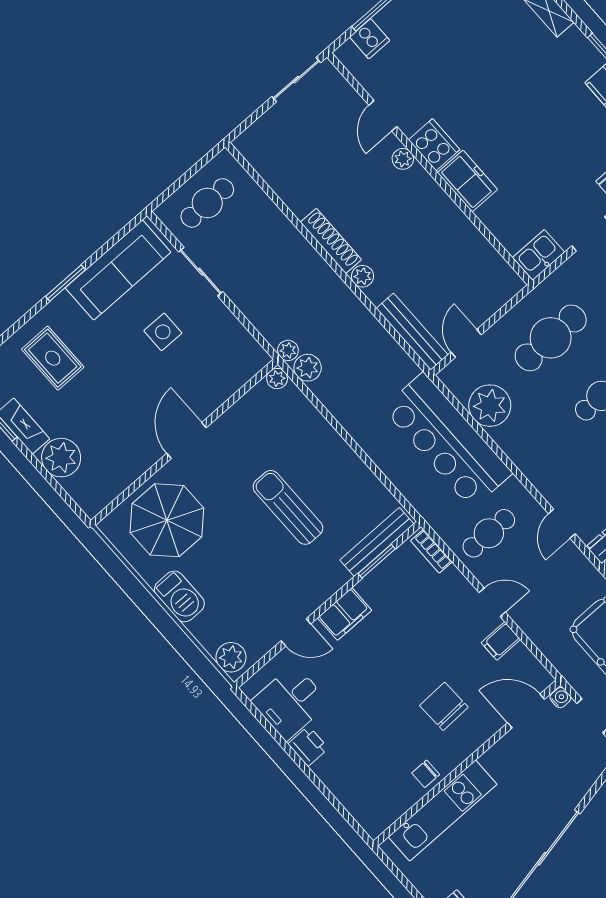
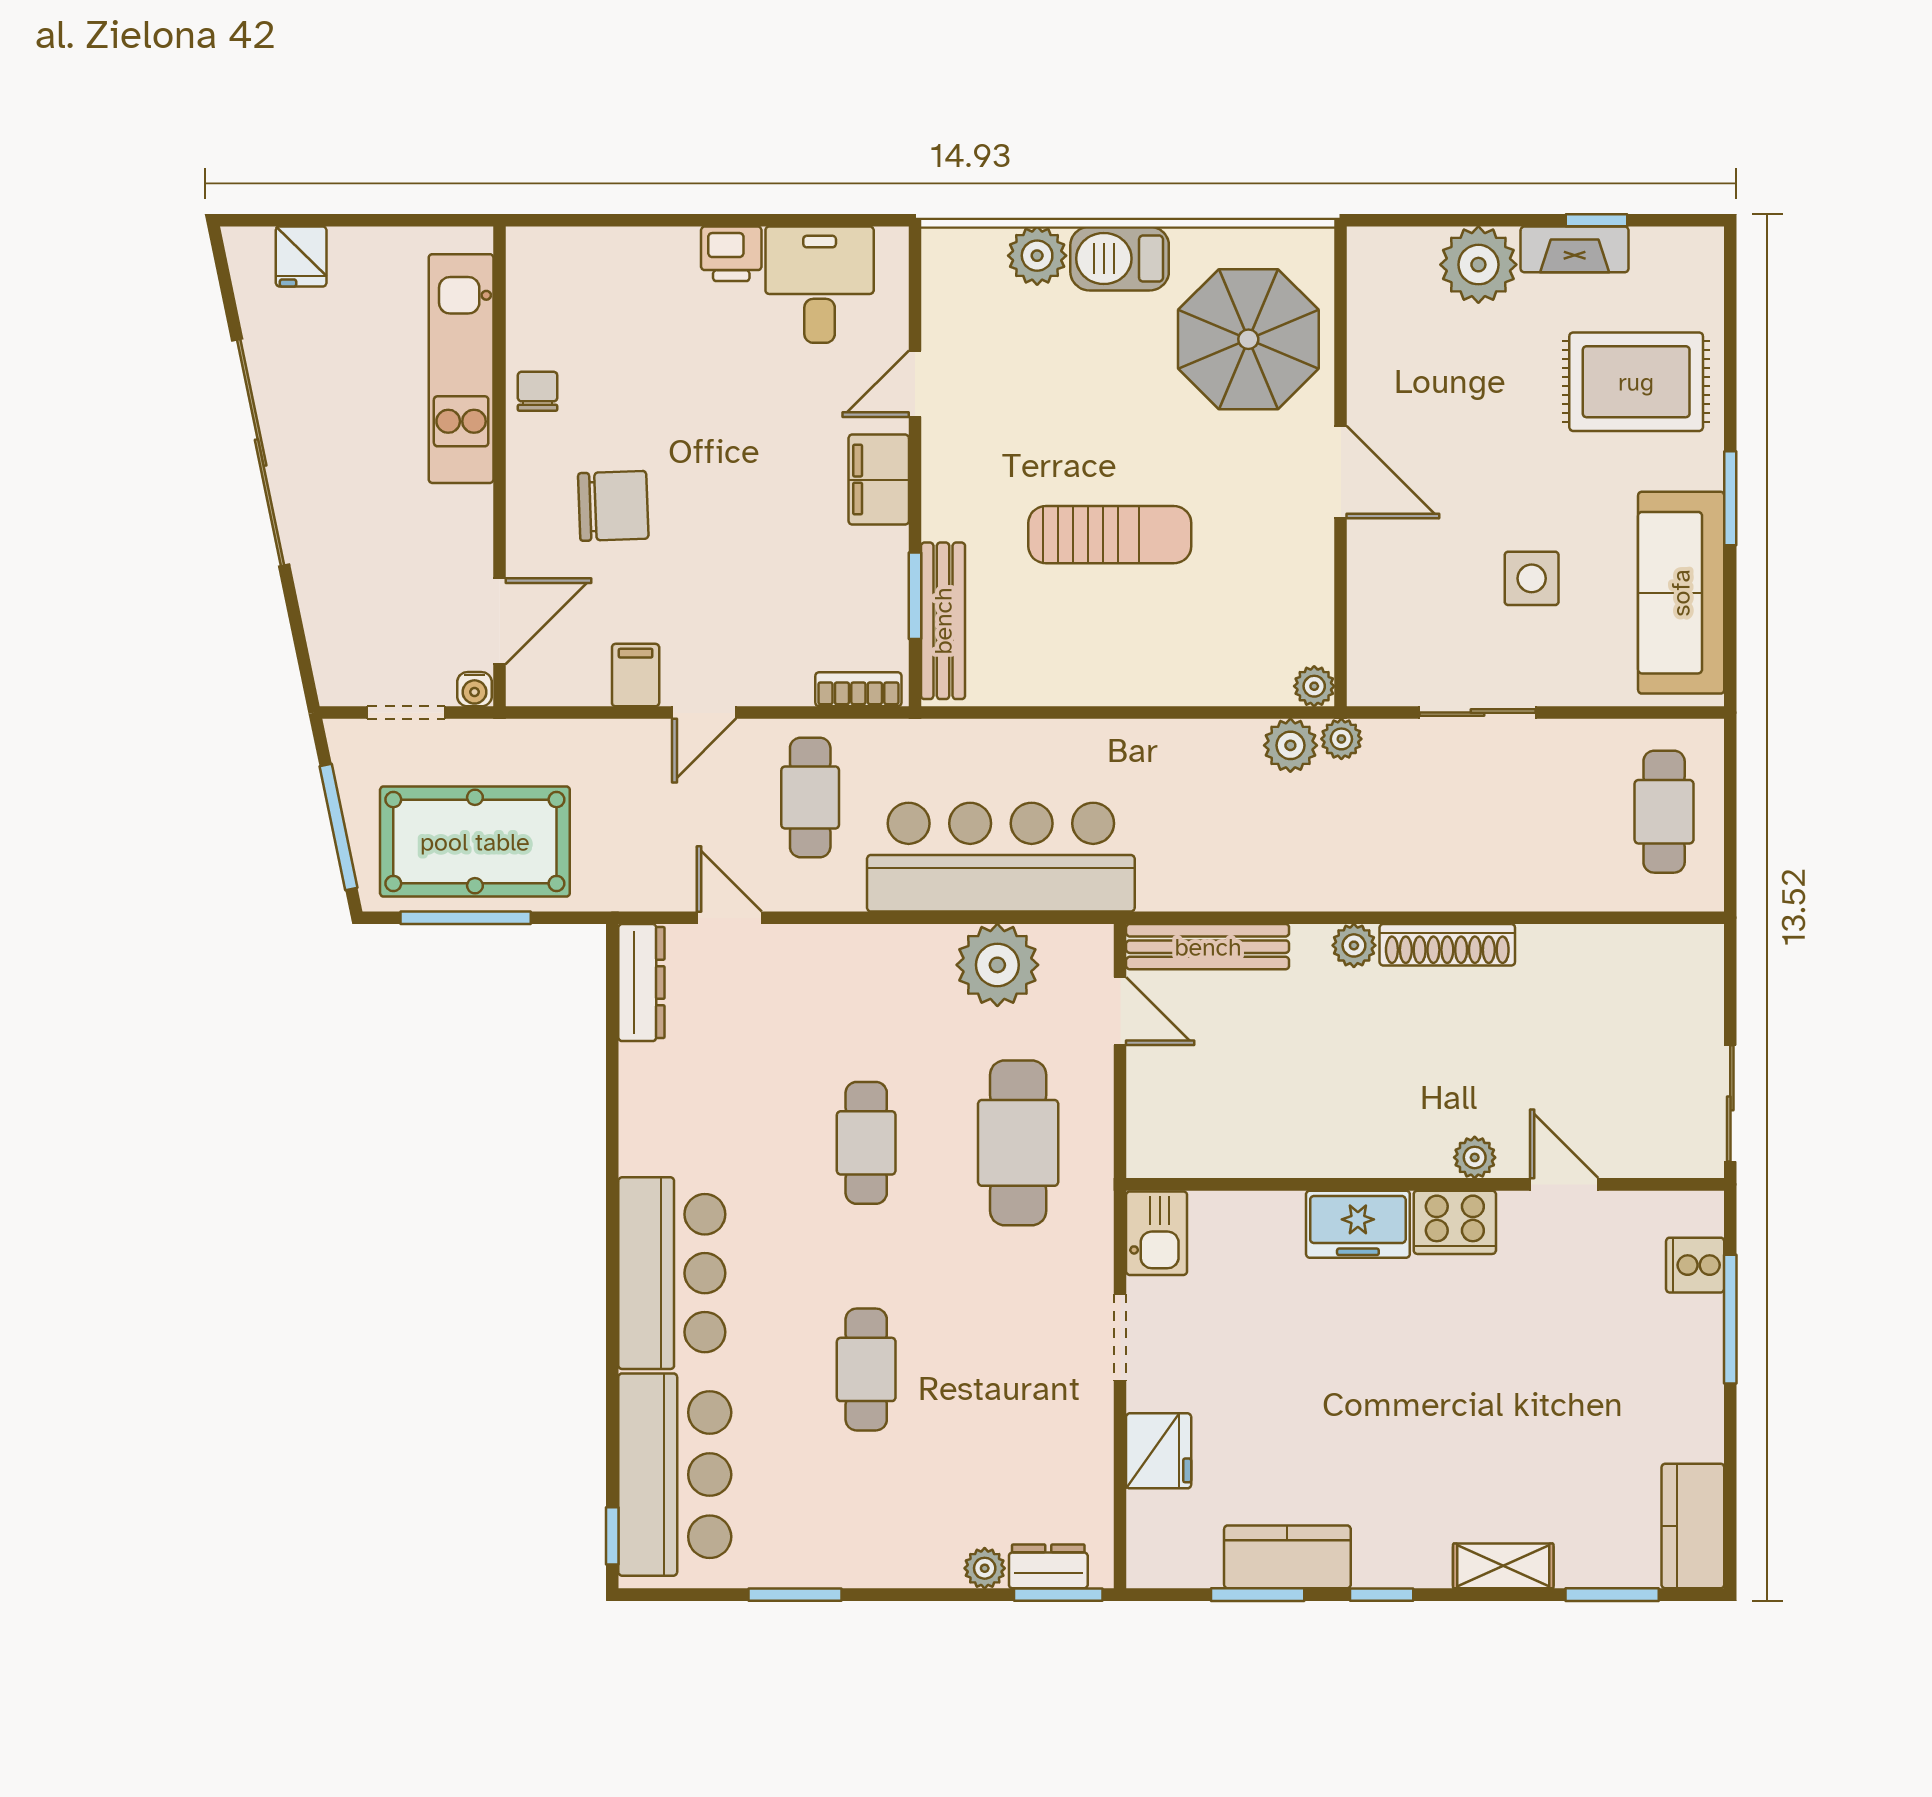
sliding door: (201, 272) -> (1477, 713), moved
rug: (53, 358) -> (1636, 382), width x1.36, depth x1.43
plant: (231, 657) -> (1037, 256), moved

